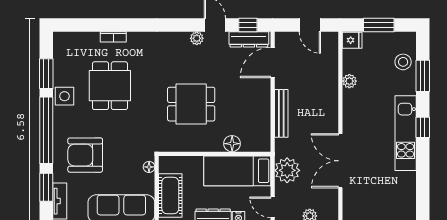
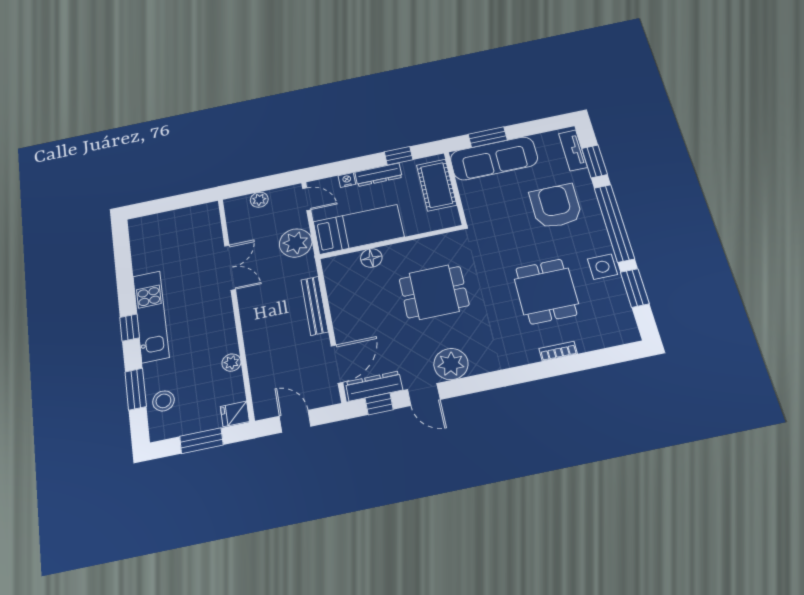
plant: (197, 38) -> (451, 364), width x1.87, depth x1.87
armchair: (85, 155) -> (556, 206), turned -90
double door: (340, 161) -> (230, 267), width x0.73
floor lamp: (149, 167) -> (471, 210), removed

